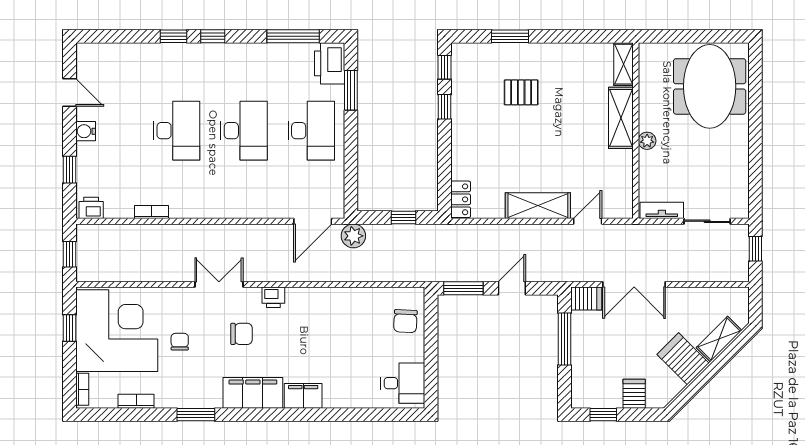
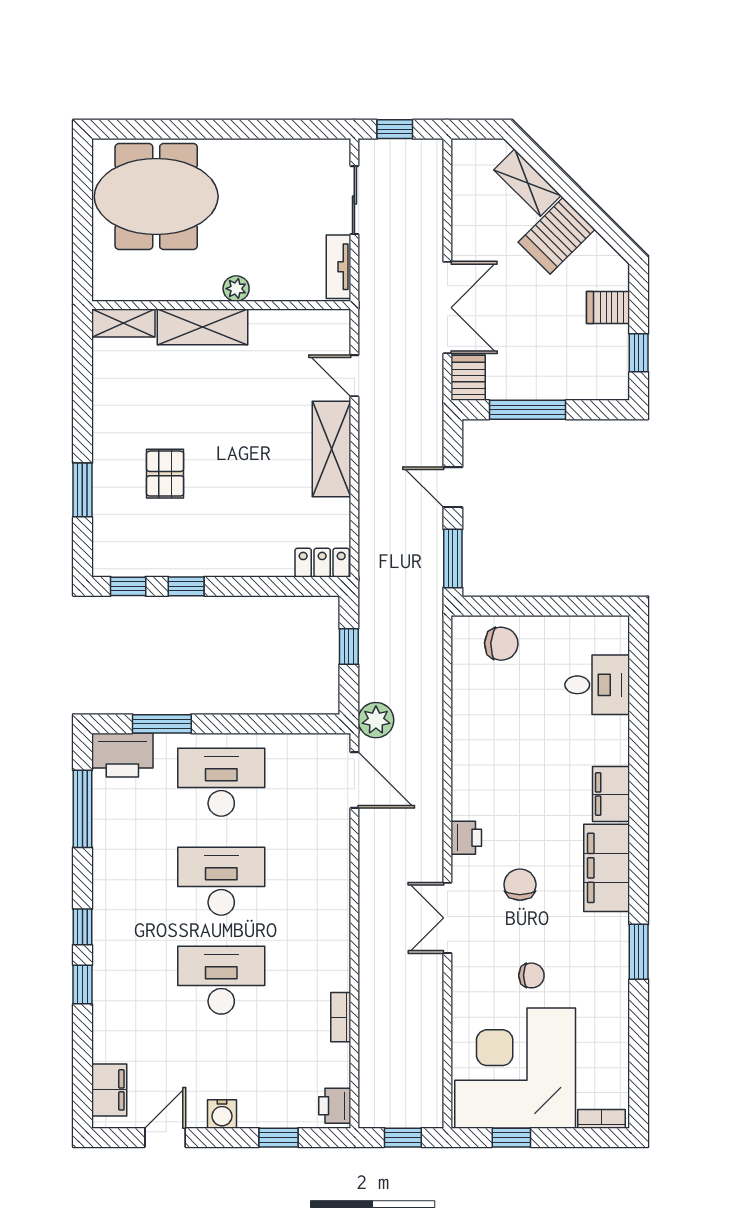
filing cabinet: (102, 54) -> (109, 1090), added
chair: (180, 342) -> (531, 975), turned 180
desk: (403, 383) -> (597, 685), moved, turned 90
bookcase: (136, 401) -> (619, 1040), removed

